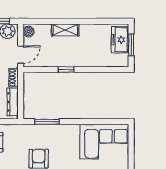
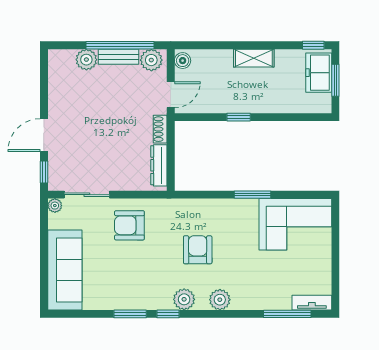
window: (116, 21) -> (313, 45), added
shelving: (65, 30) -> (254, 58), moved
window: (47, 122) -> (253, 195), moved

